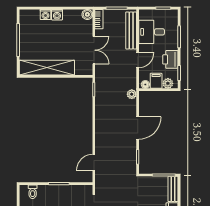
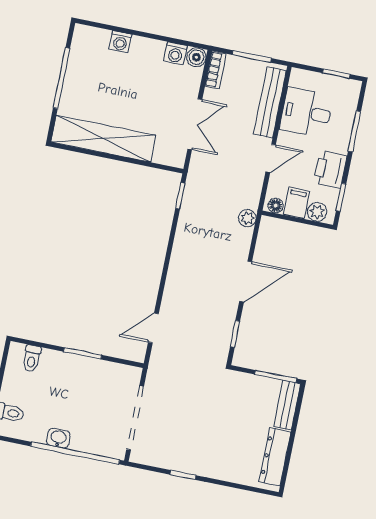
washing machine: (57, 15) -> (175, 53), moved

